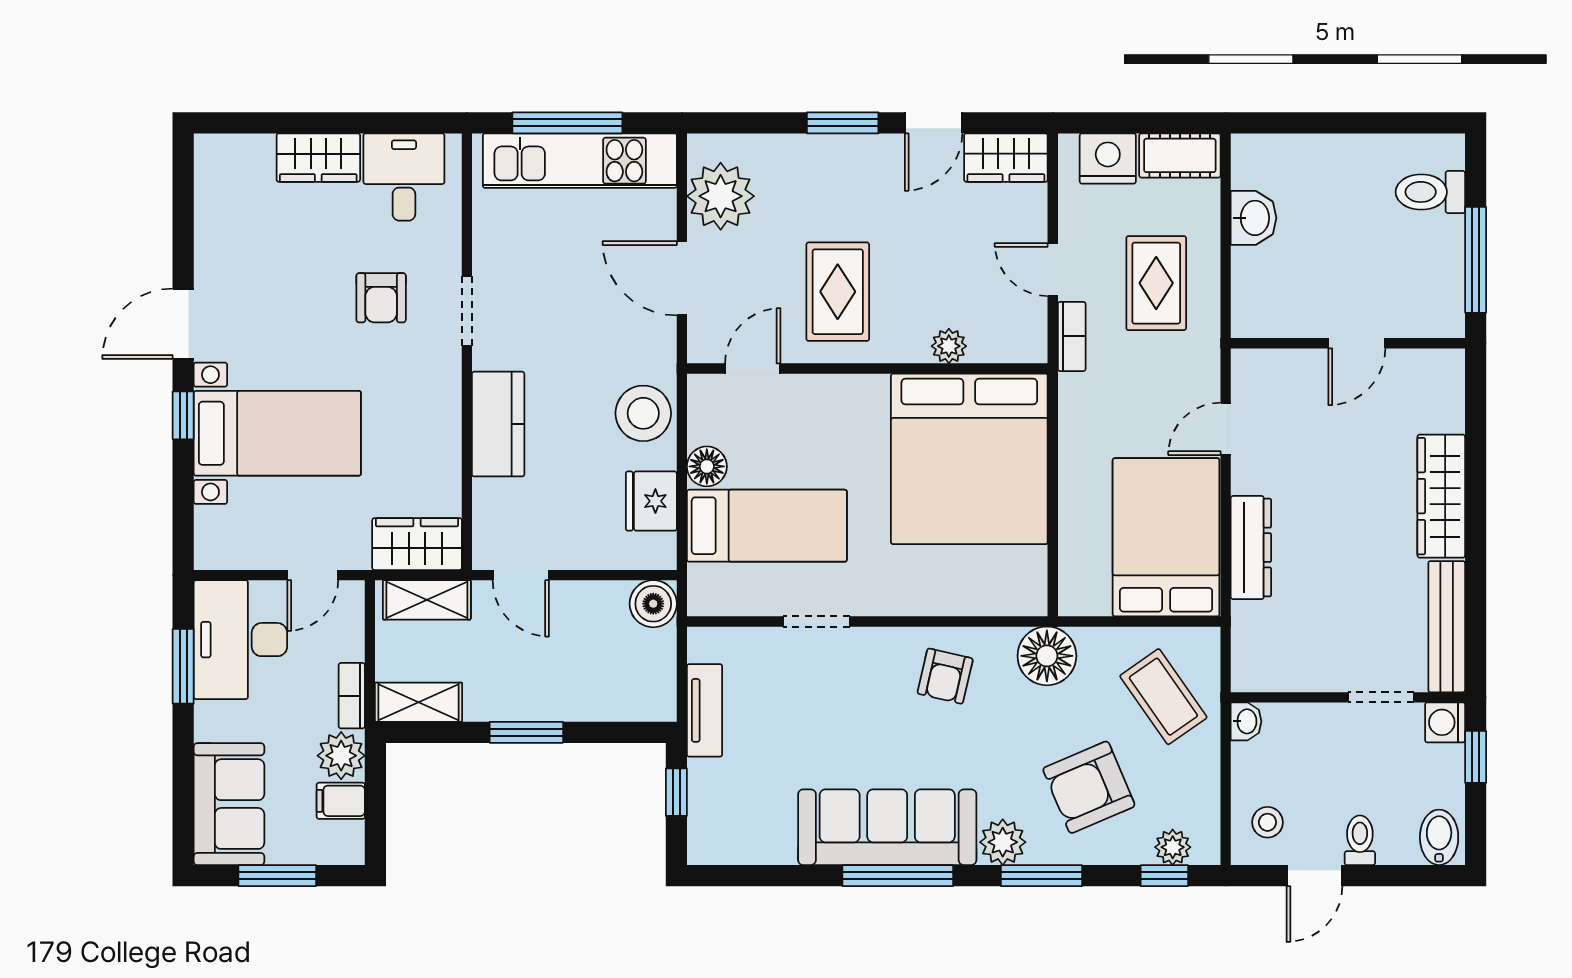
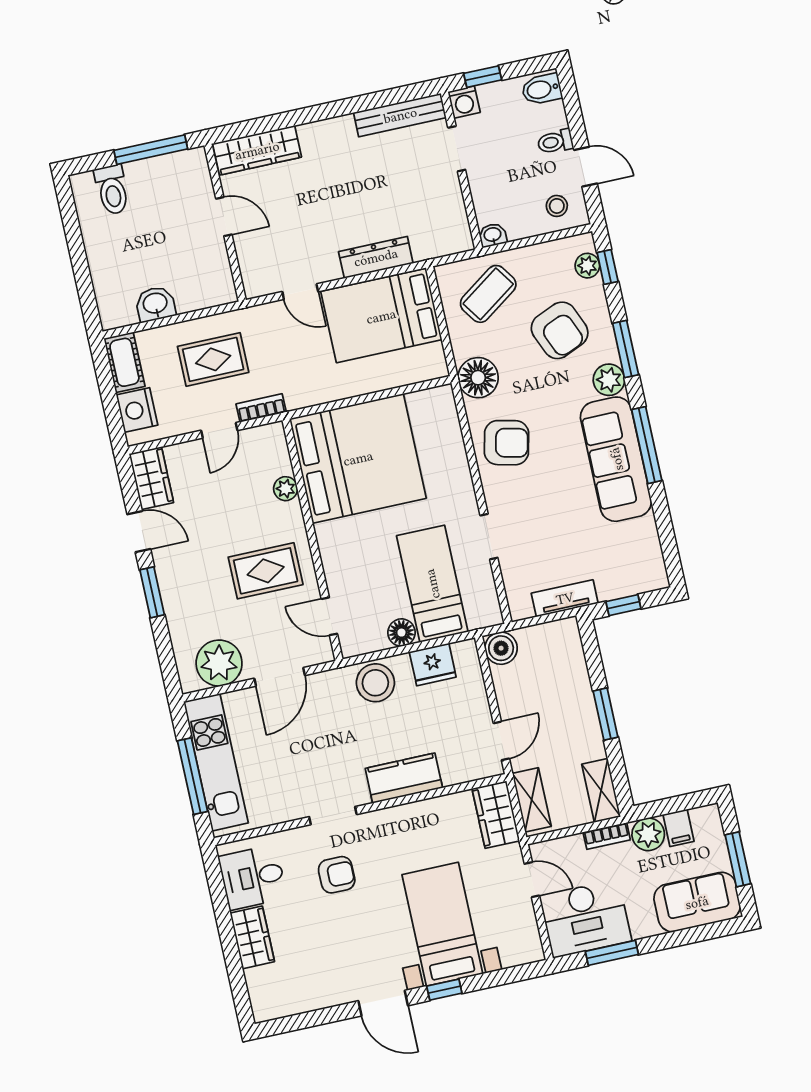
wardrobe: (1441, 496) -> (257, 150), moved
armchair: (945, 676) -> (507, 443), width x1.38, depth x1.38

